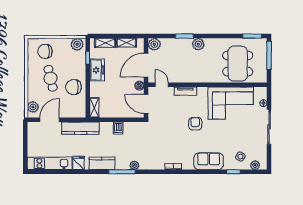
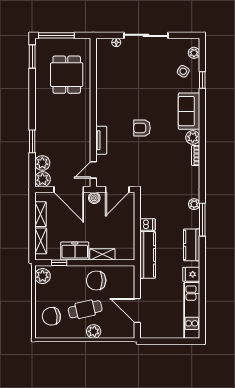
plant: (198, 44) -> (42, 163), moved
chair: (45, 51) -> (51, 316), turned 82
dining table: (238, 64) -> (67, 75), width x0.73
chair: (74, 87) -> (96, 280), turned 90
corner sofa: (231, 103) -> (116, 83), removed
plant: (33, 107) -> (94, 331), moved
shelving: (94, 108) -> (102, 254), moved
kitchen counter: (81, 128) -> (148, 255), moved
plant: (188, 164) -> (193, 137), added

